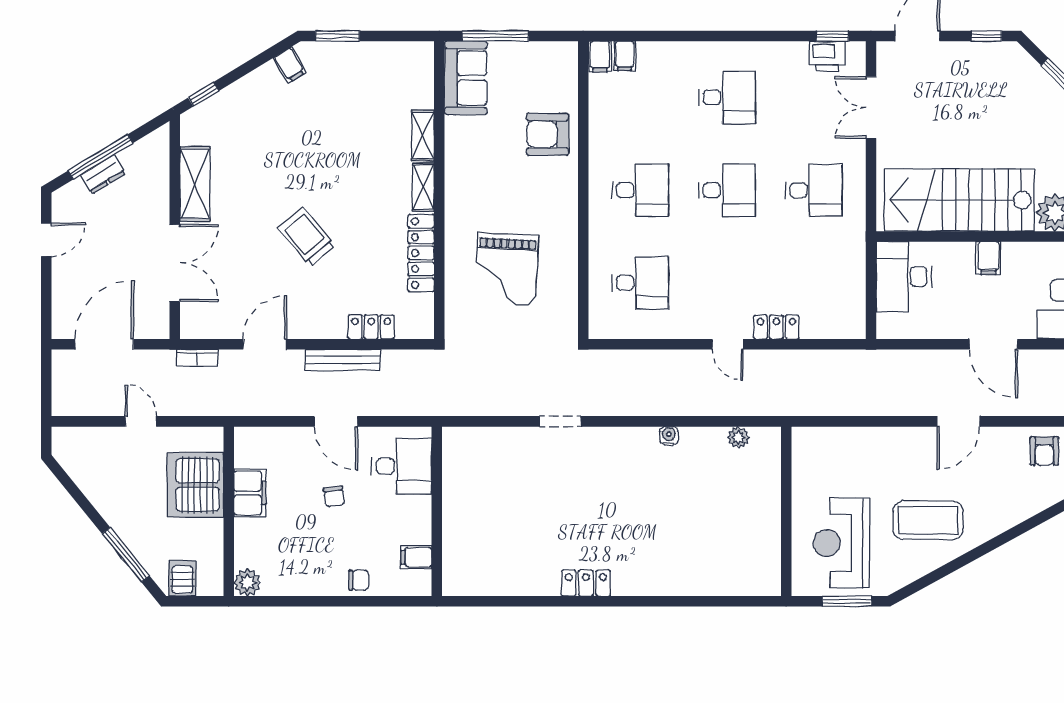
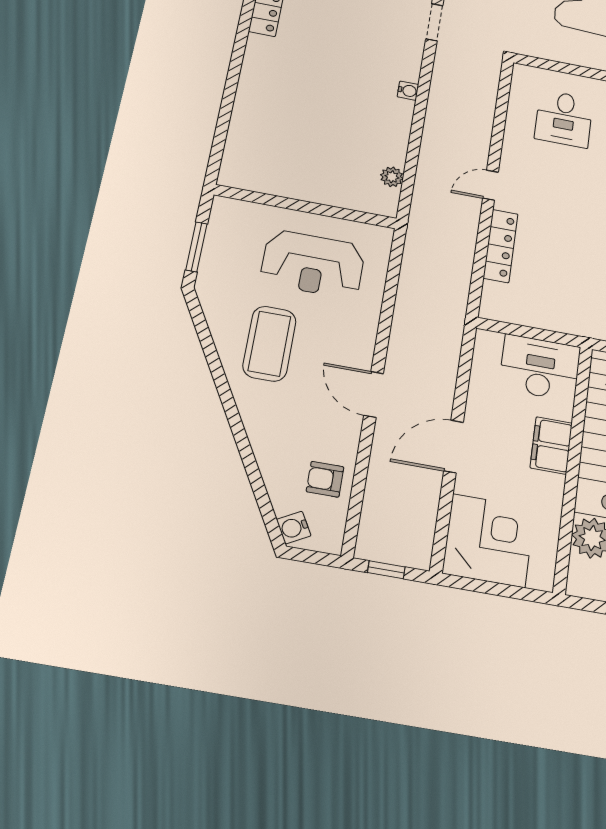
filing cabinet: (988, 258) -> (551, 445), width x2.00
locker: (776, 327) -> (501, 246), width x1.53
water cooler: (669, 436) -> (408, 91), moved
reception desk: (841, 543) -> (313, 264), moved, turned 180

